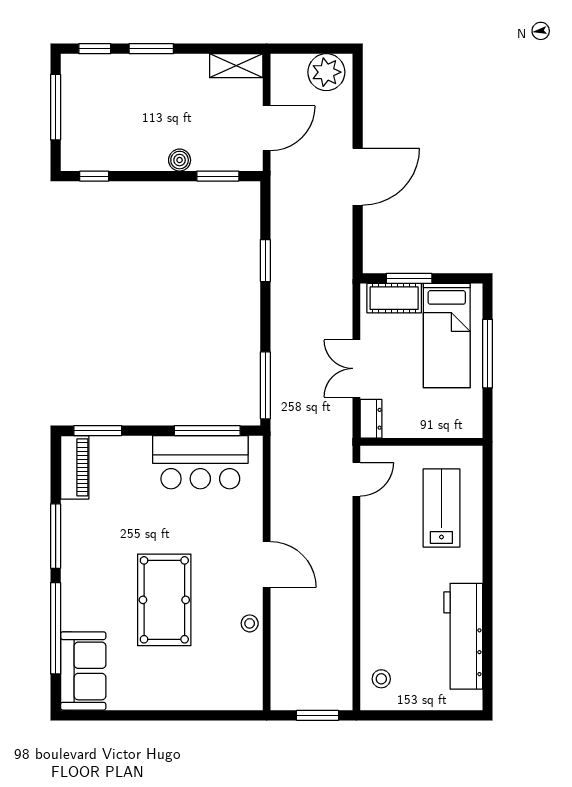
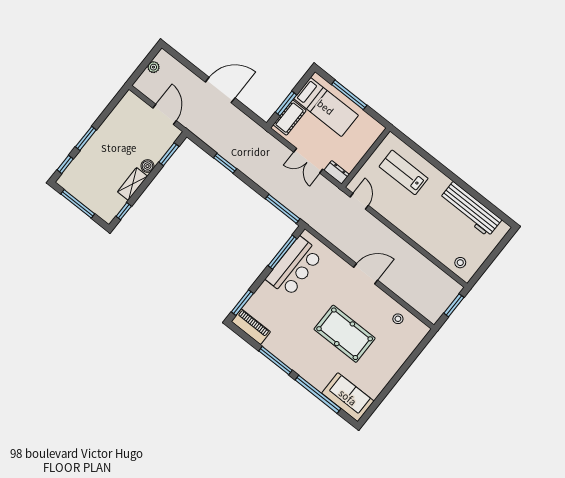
shelving: (236, 66) -> (133, 184), moved
plant: (326, 72) -> (153, 67), width x0.53, depth x0.53
door: (358, 177) -> (220, 90), hinge flipped
stool: (250, 623) -> (398, 319), moved

